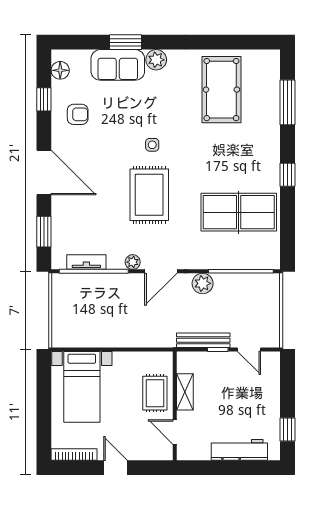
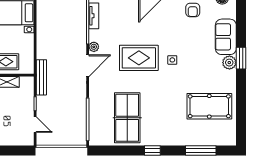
window: (125, 42) -> (241, 58), moved
door: (161, 271) -> (88, 66), swing flipped
plant: (203, 283) -> (79, 94), removed
bench: (203, 340) -> (41, 77), moved
door: (249, 349) -> (35, 125), swing flipped

